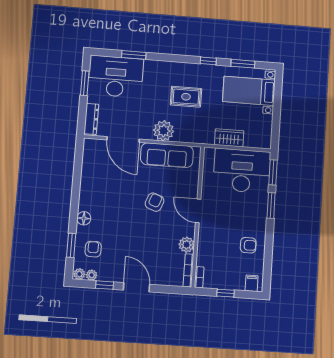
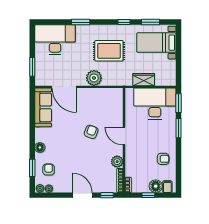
window: (134, 55) -> (81, 22), moved
window: (85, 83) -> (32, 67), moved
rug: (186, 97) -> (109, 51), width x1.36, depth x1.43
dresser: (91, 119) -> (39, 73), removed
sofa: (167, 155) -> (43, 107), moved, turned -90
floor lamp: (236, 281) -> (156, 186), added
window: (105, 285) -> (107, 195), moved

